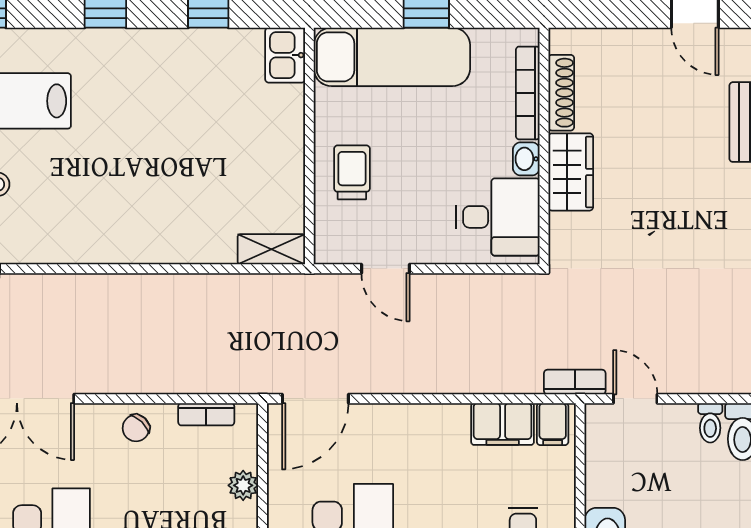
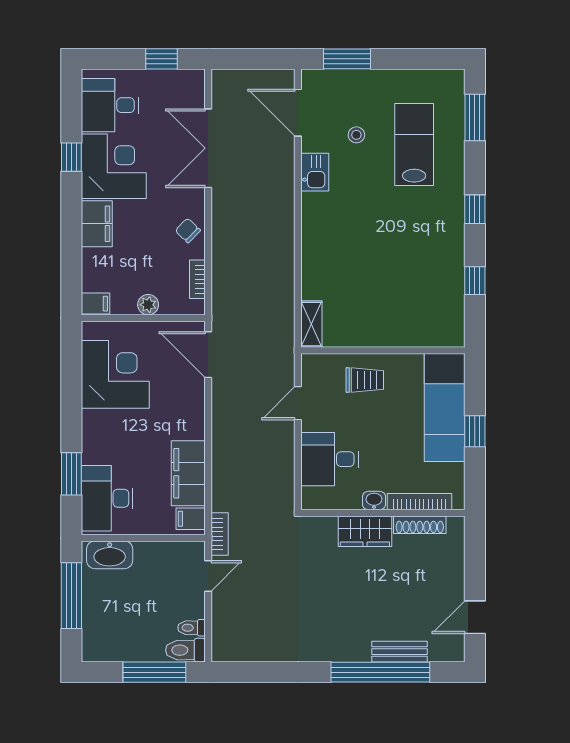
kitchen sink: (285, 55) -> (315, 172), moved, turned 90
desk: (498, 217) -> (330, 459), moved, turned 90
filing cabinet: (503, 424) -> (188, 473), width x1.50, depth x1.17

